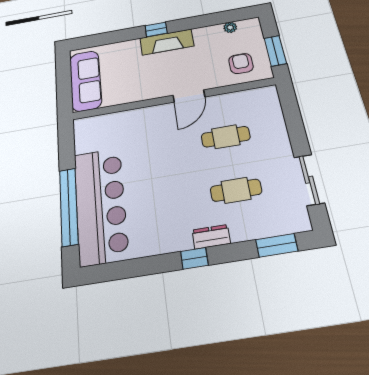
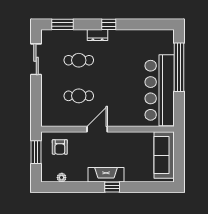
bar counter: (101, 205) -> (160, 90), moved

